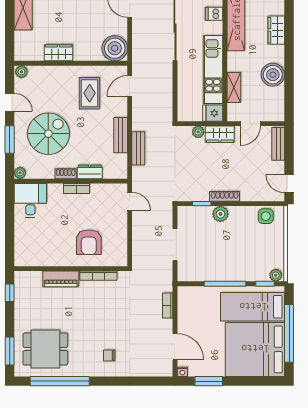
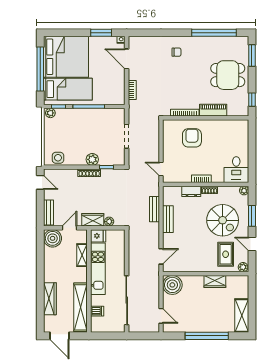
wardrobe: (276, 30) -> (50, 299), width x1.50
boiler: (273, 75) -> (53, 238), moved
rug: (90, 93) -> (226, 254), moved
spiral stairs: (48, 134) -> (223, 220), turned -90
dining table: (45, 349) -> (228, 75), moved

